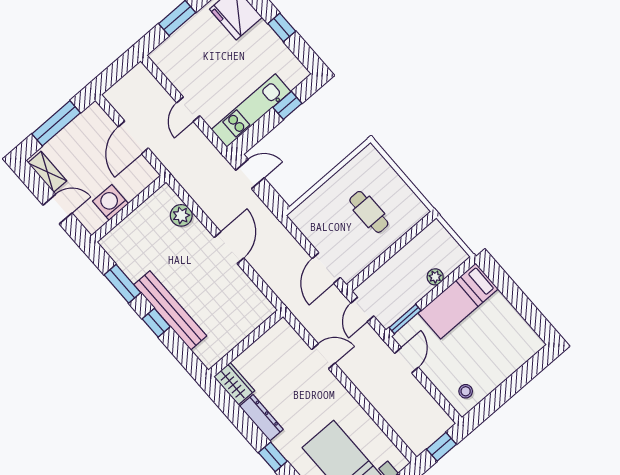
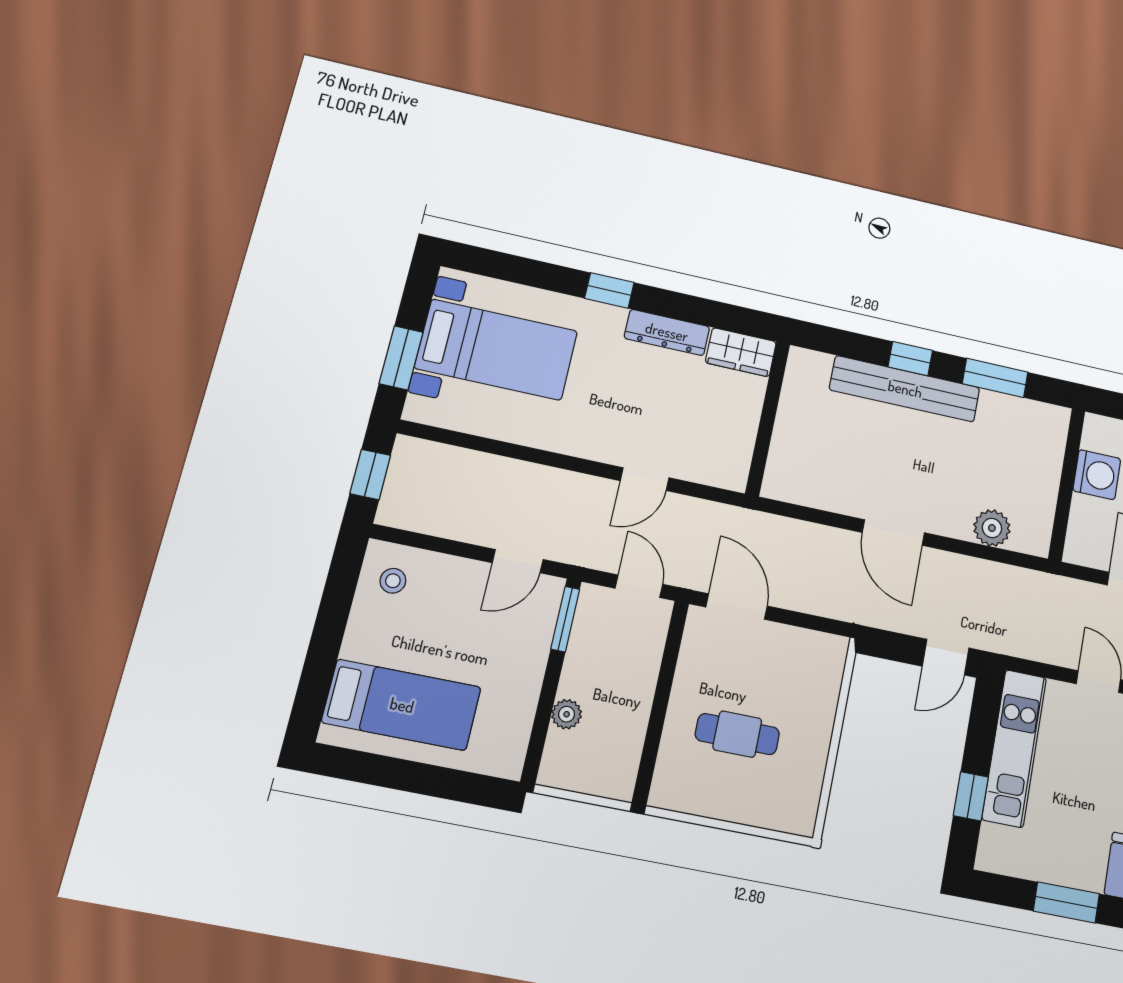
window: (282, 27) -> (1066, 902), width x1.50
bed: (458, 301) -> (402, 705), moved, turned 90
door: (407, 360) -> (518, 561), hinge flipped

